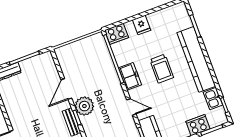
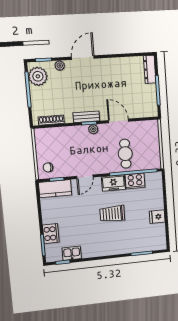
fridge: (142, 25) -> (157, 217), moved
cooker: (117, 34) -> (135, 181), moved, turned -90
kitchen counter: (196, 59) -> (112, 247), removed
cafe table: (97, 73) -> (125, 154), added
plant: (84, 106) -> (93, 129), width x0.53, depth x0.53

